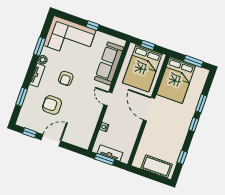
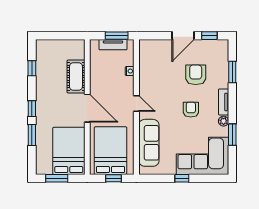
armchair: (52, 105) -> (196, 75), turned -90
cot: (157, 166) -> (76, 76), moved, turned 90

